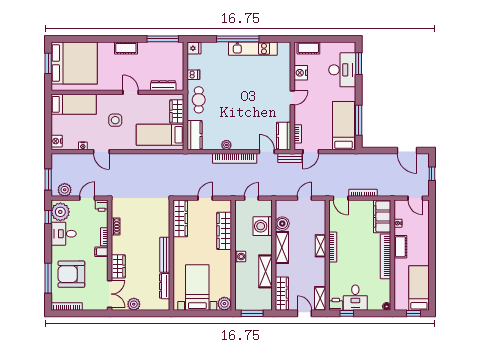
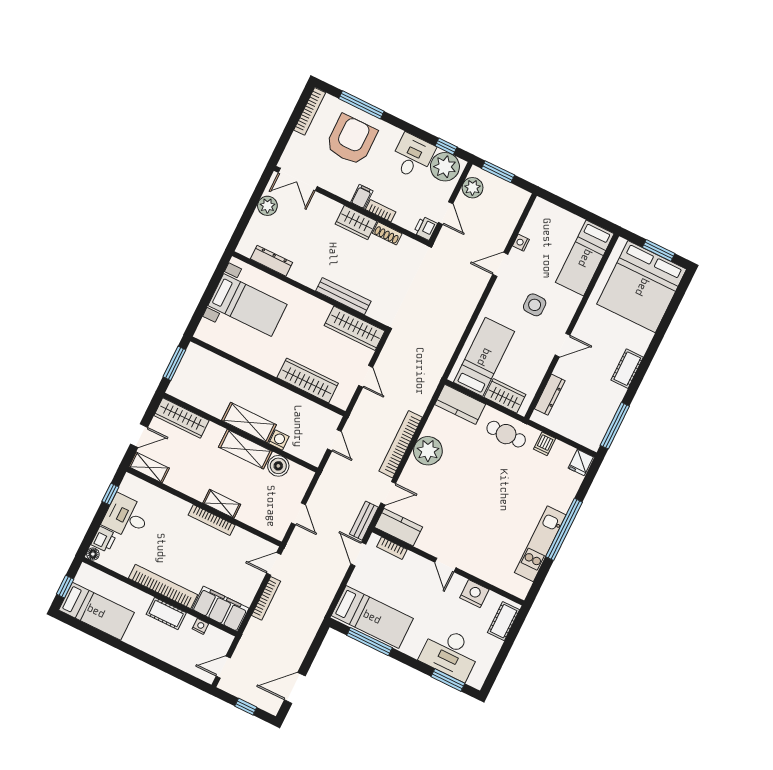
nightstand: (57, 141) -> (545, 209), removed
plant: (226, 145) -> (428, 451), width x1.88, depth x1.88
washing machine: (263, 226) -> (279, 440), width x0.53, depth x0.53
bench: (165, 255) -> (343, 296), moved
washing machine: (240, 257) -> (261, 385), removed
wardrobe: (118, 266) -> (356, 223), moved
shelving: (265, 271) -> (249, 423), moved
plant: (224, 304) -> (207, 332), removed
printer: (336, 304) -> (104, 539), moved

